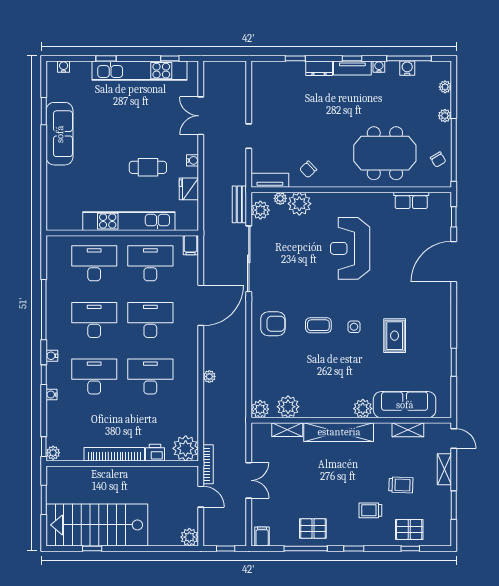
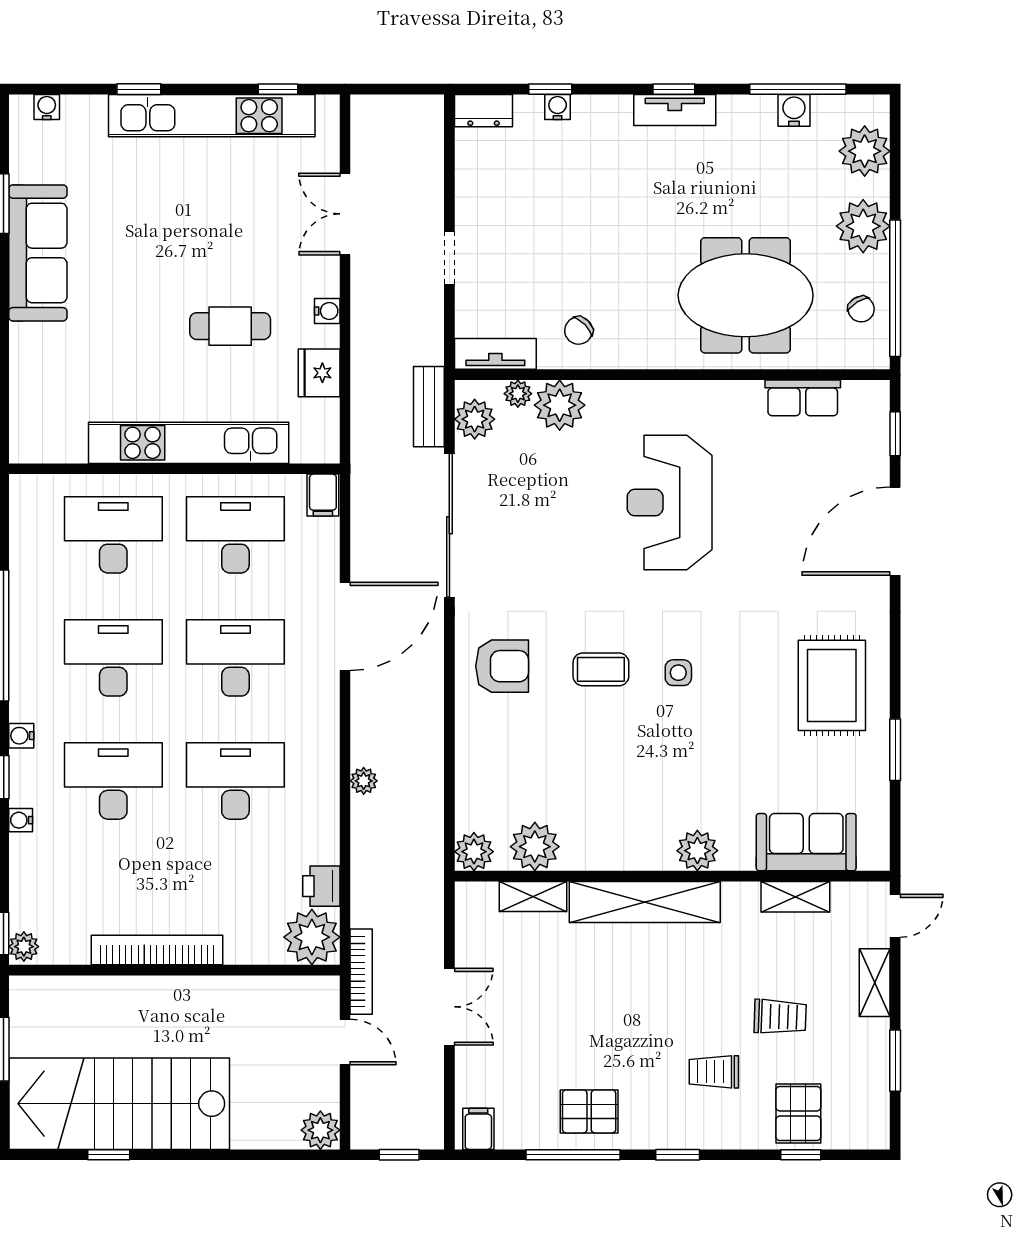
water cooler: (379, 67) -> (558, 107), moved
dresser: (319, 68) -> (484, 111), moved
plant: (445, 87) -> (865, 151), width x1.88, depth x1.88
plant: (445, 116) -> (863, 226), width x1.88, depth x1.88
rug: (395, 336) -> (832, 685), moved, width x1.36, depth x1.43
sofa: (405, 405) -> (806, 842), width x0.73
door: (454, 439) -> (895, 916), hinge flipped
printer: (155, 453) -> (321, 886), moved, turned -90
pallet: (409, 529) -> (798, 1114), turned 90

